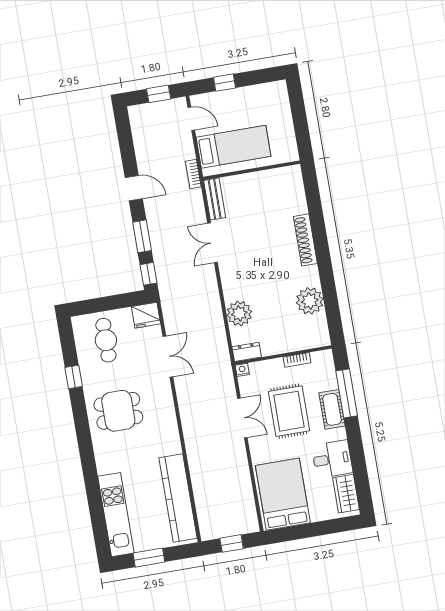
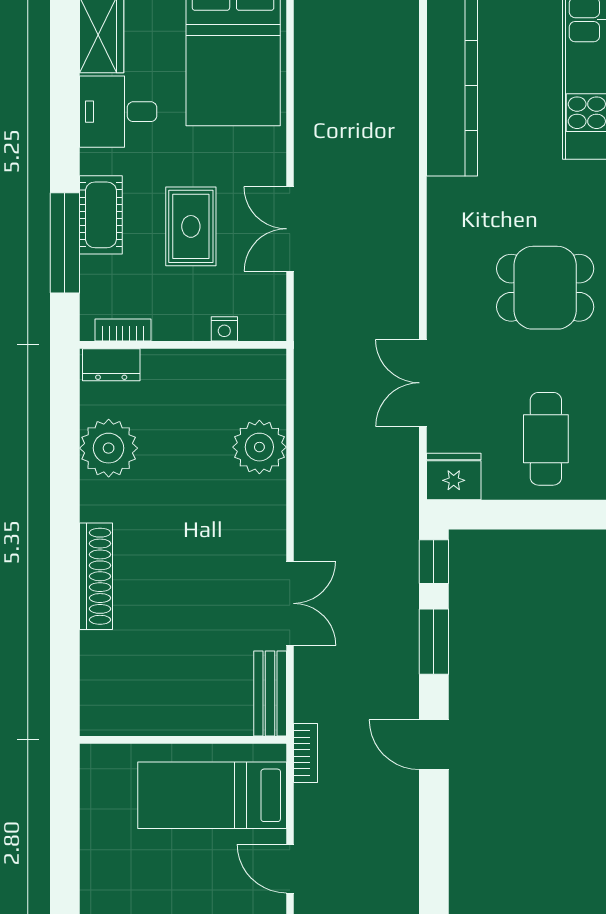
dresser: (247, 352) -> (111, 365), moved
bookcase: (297, 360) -> (123, 330), moved
nightstand: (242, 370) -> (224, 329), moved
rug: (289, 411) -> (191, 226), width x0.73, depth x0.70

